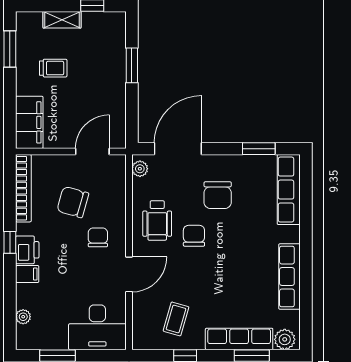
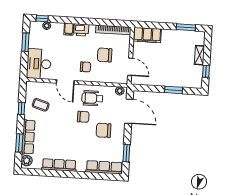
trolley: (53, 68) -> (175, 49), removed
chair: (73, 202) -> (105, 55), turned -106
window: (10, 242) -> (42, 18), moved

